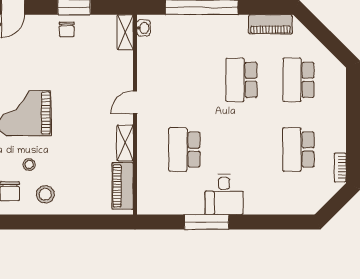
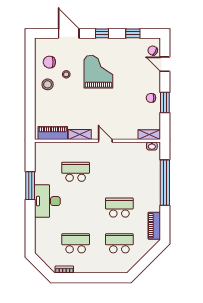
desk: (224, 194) -> (47, 201), width x1.37

